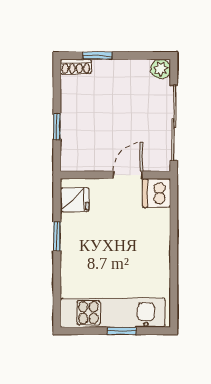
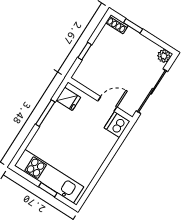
window: (57, 236) -> (45, 113), width x1.50

